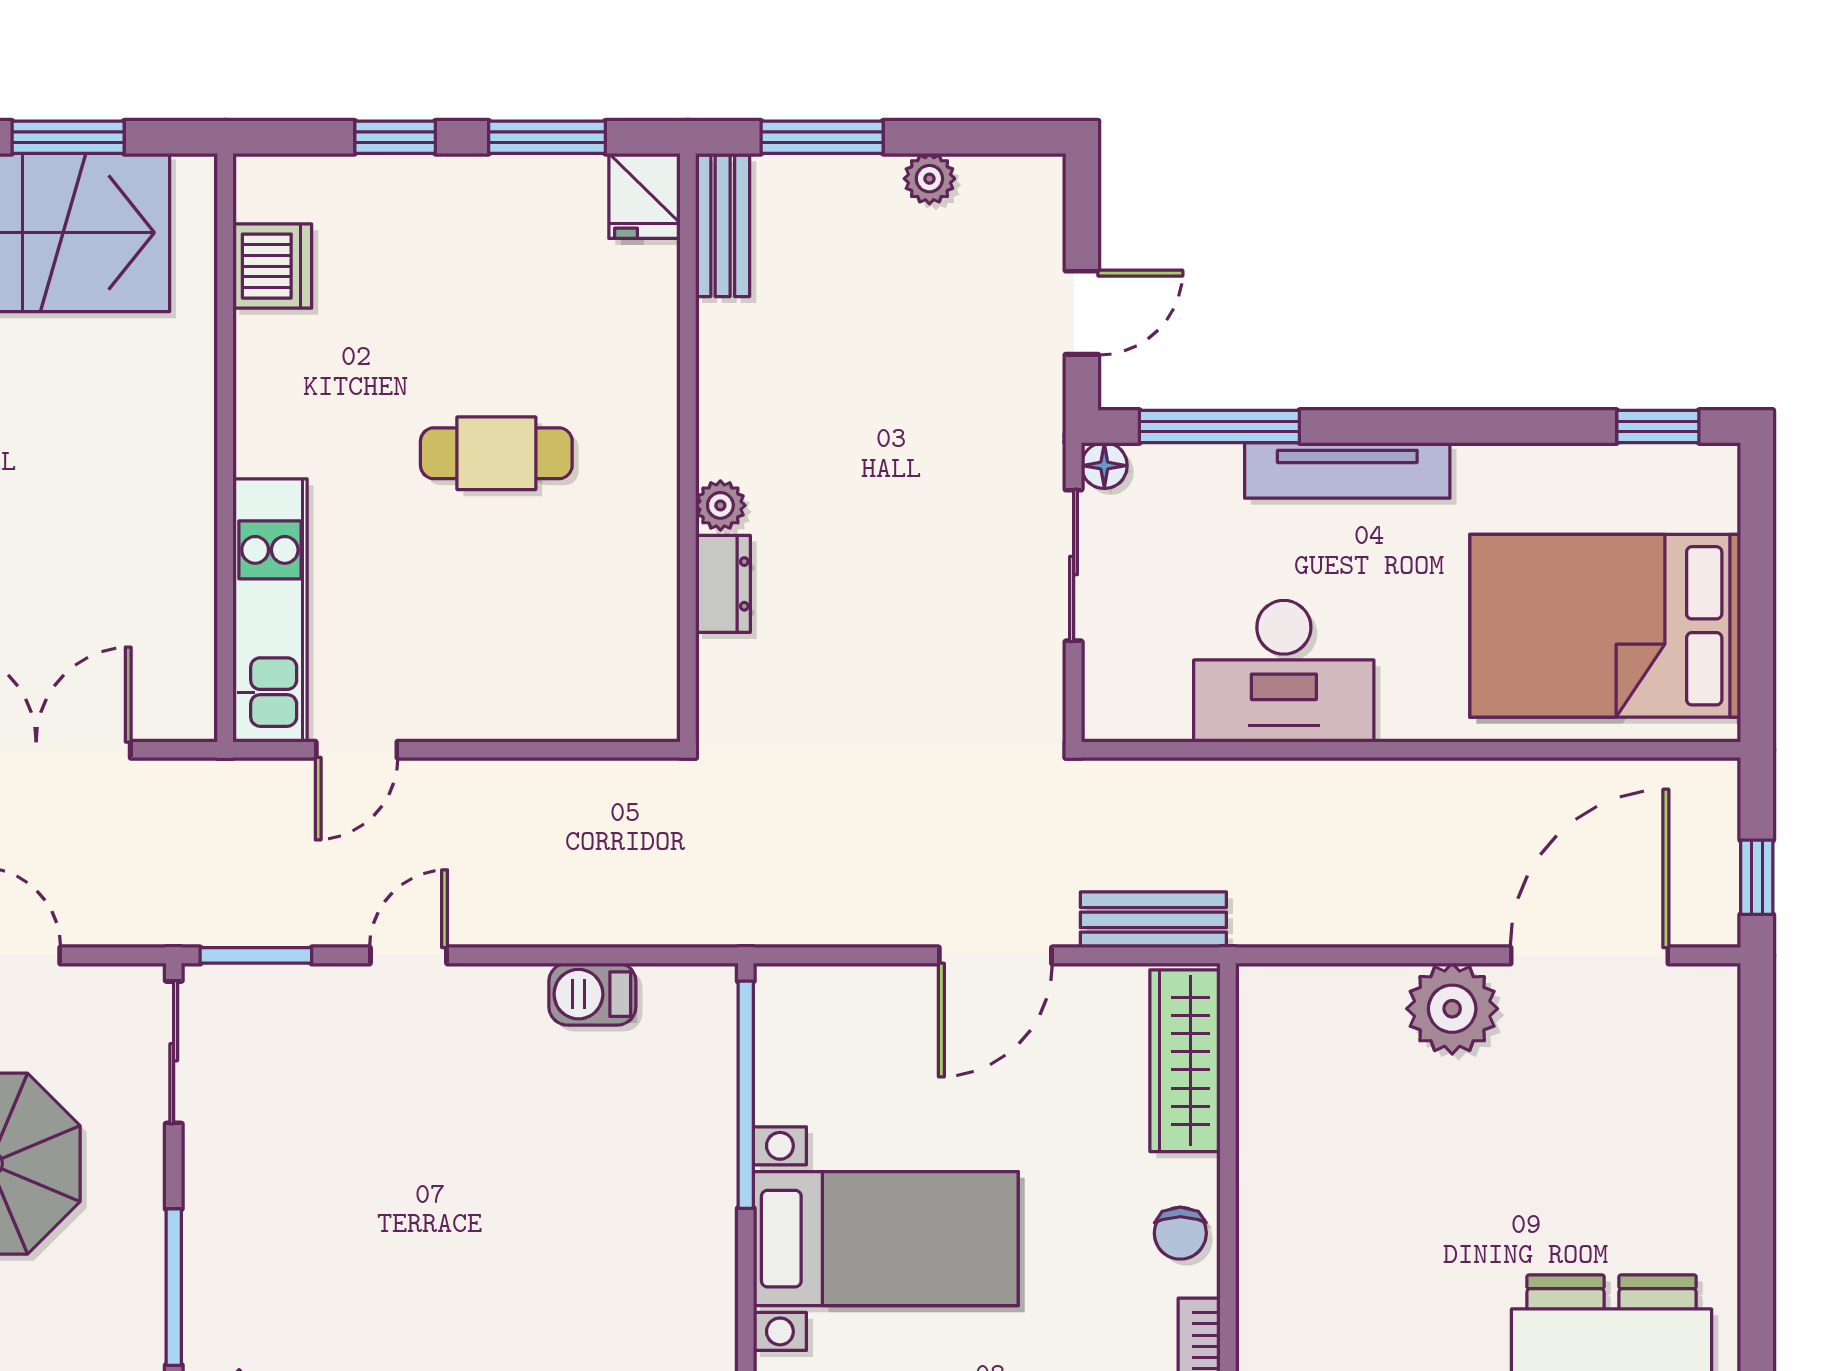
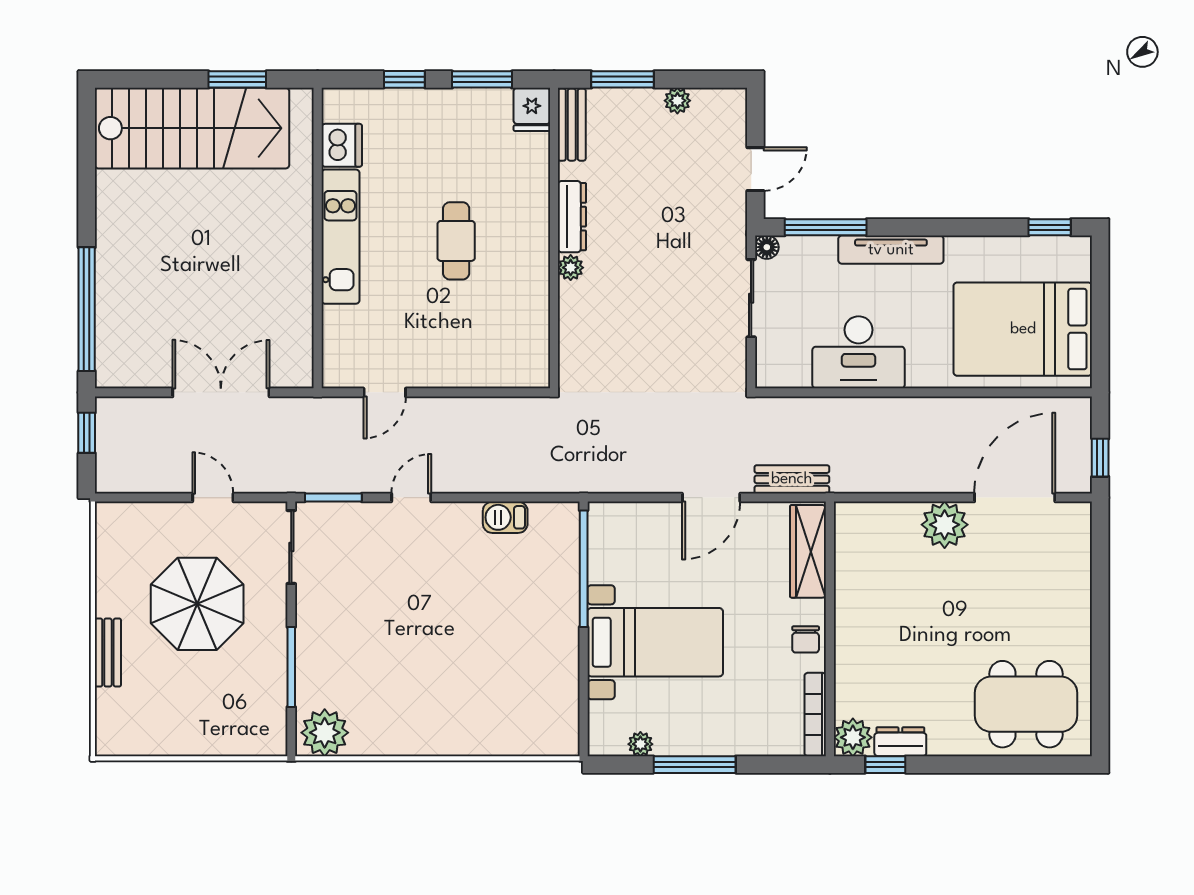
cafe table: (496, 453) -> (456, 241), turned 90
dresser: (723, 584) -> (572, 217), moved, width x1.44
kitchen unit: (270, 610) -> (340, 237), moved

